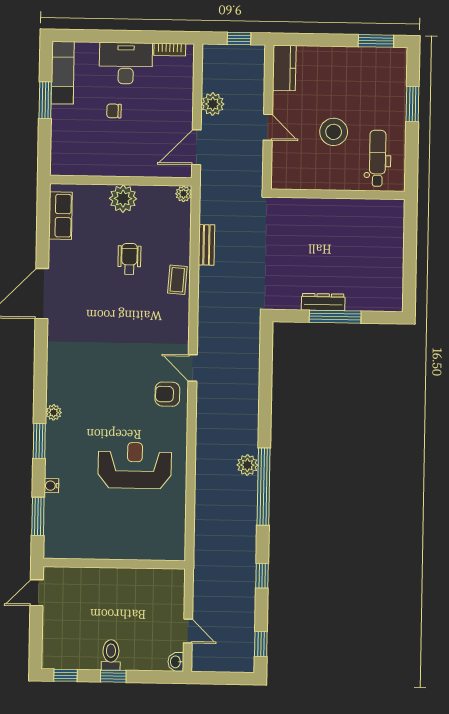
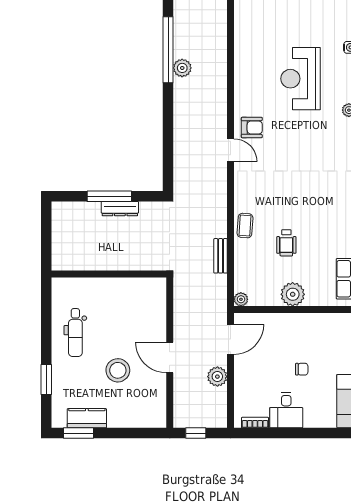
desk: (126, 63) -> (286, 410), width x0.73
kitchen counter: (284, 68) -> (87, 418), moved, turned 90
door: (268, 127) -> (170, 358), width x1.38
stool: (334, 132) -> (118, 370), moved
wall: (338, 194) -> (109, 274), moved
reception desk: (135, 465) -> (301, 79), moved, turned 90

